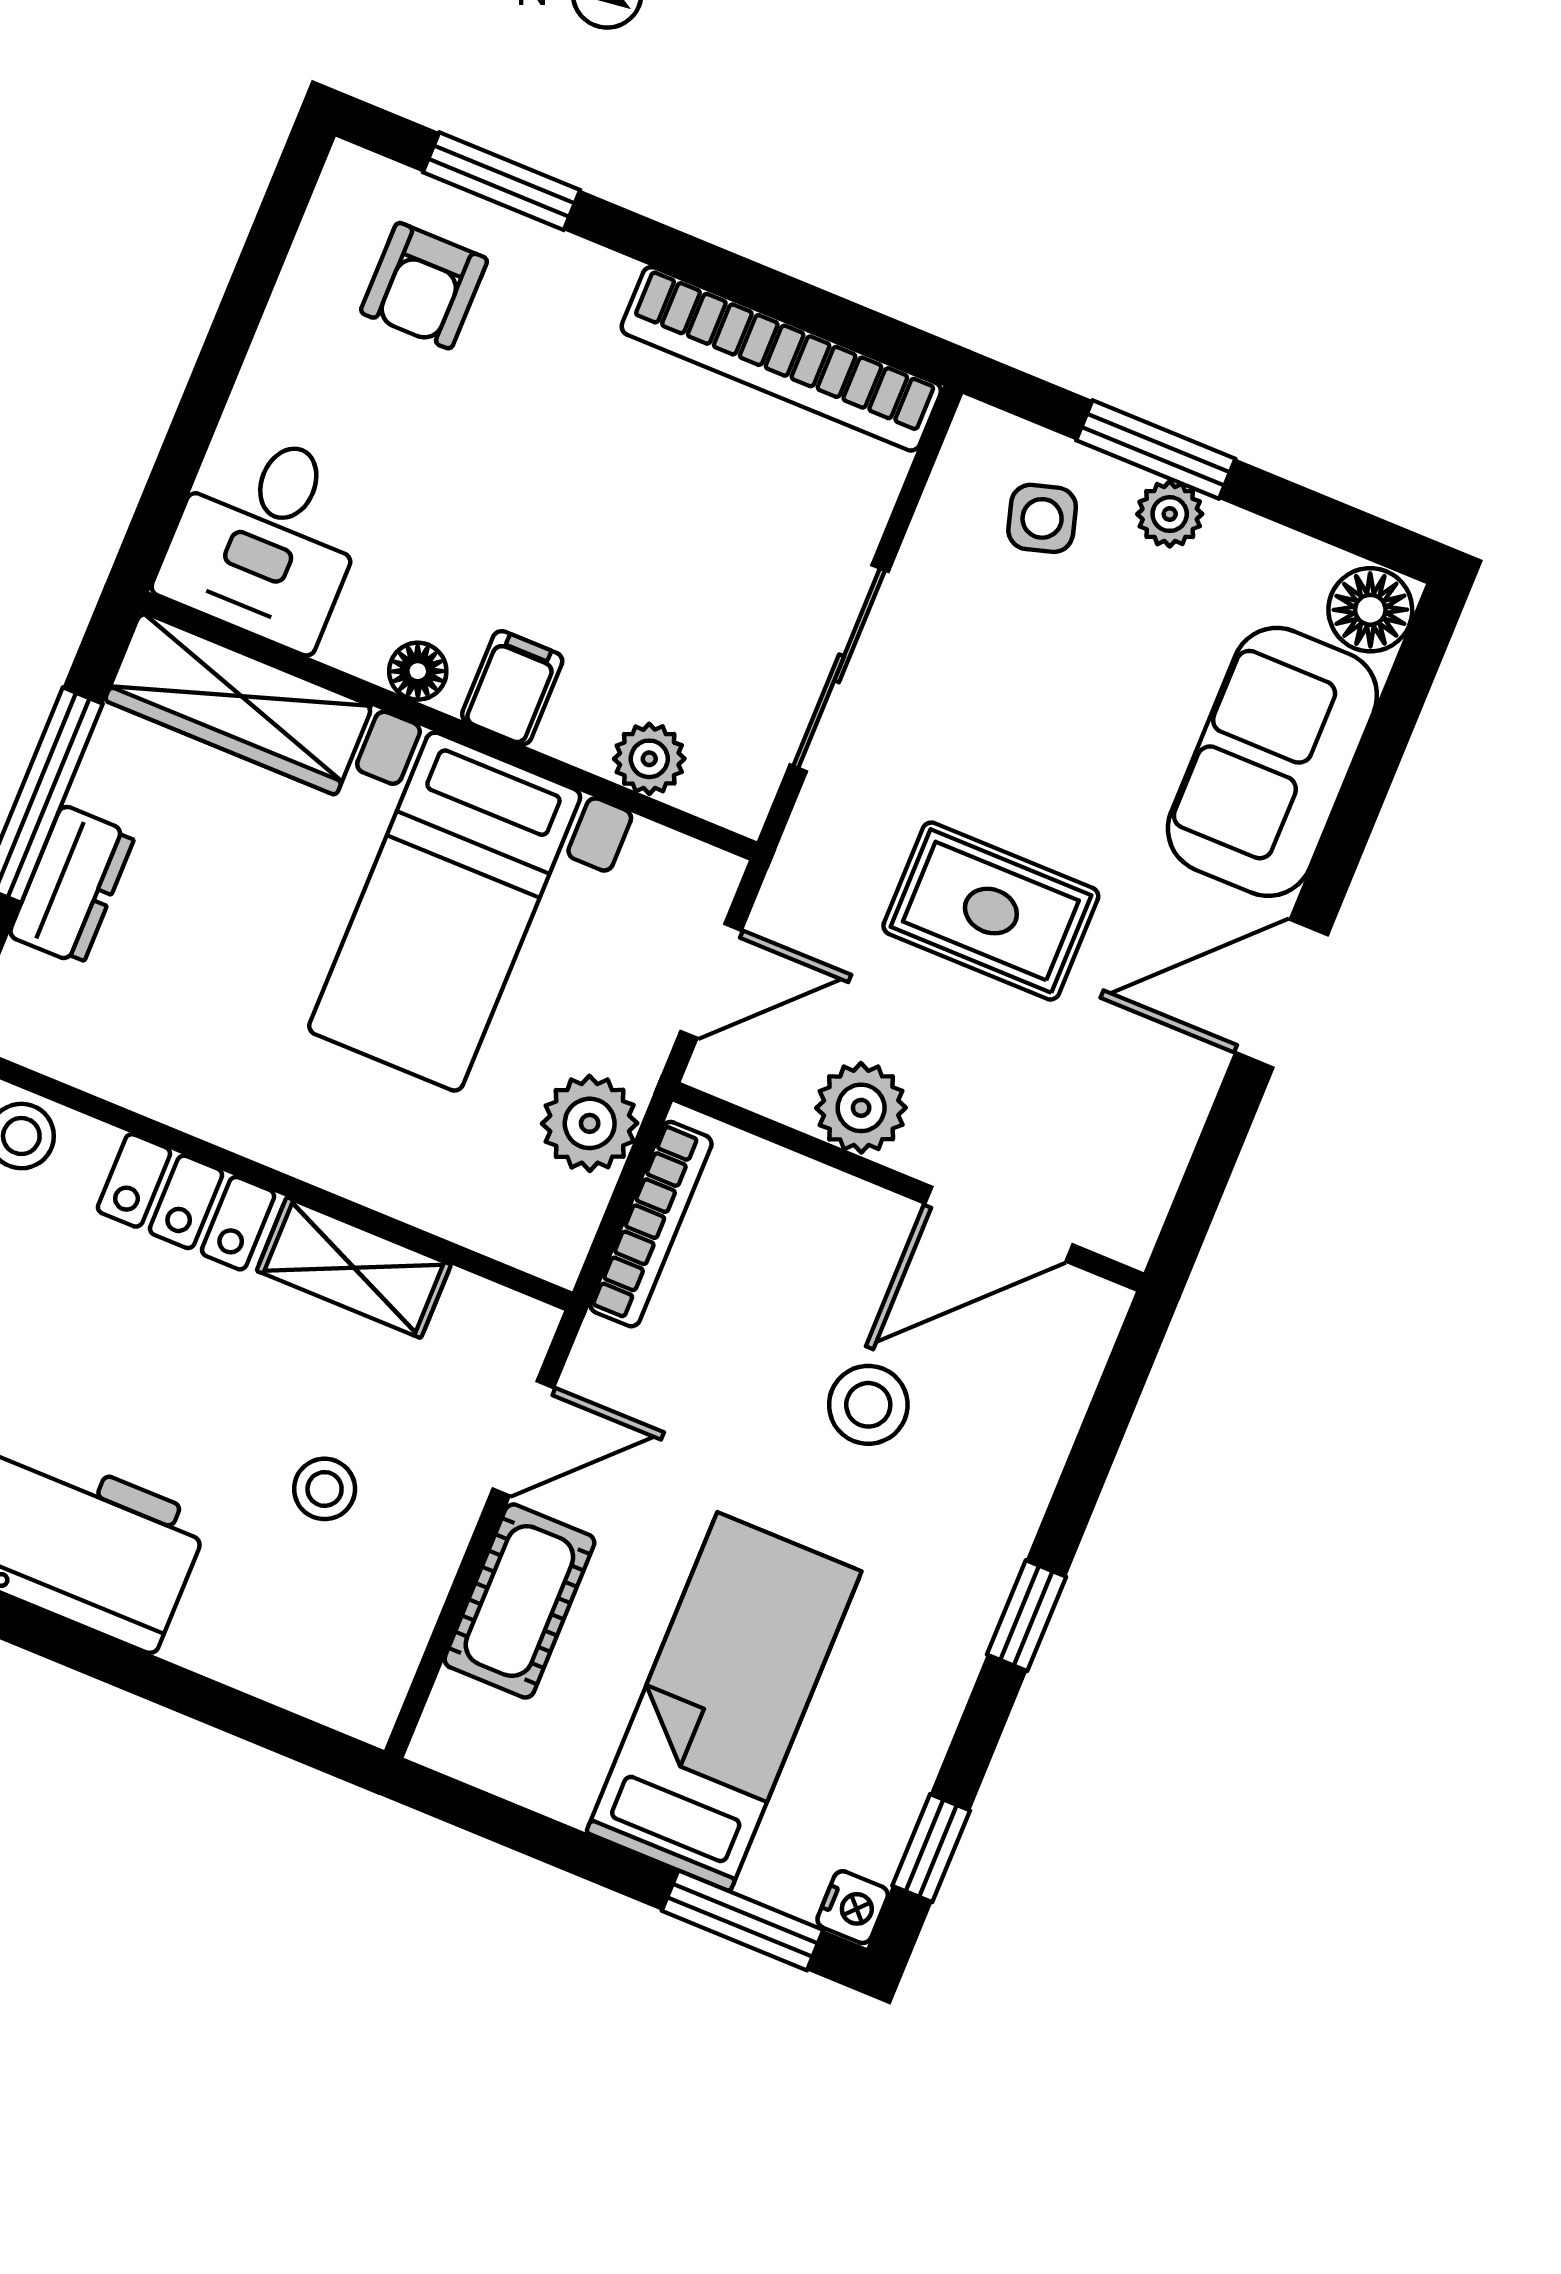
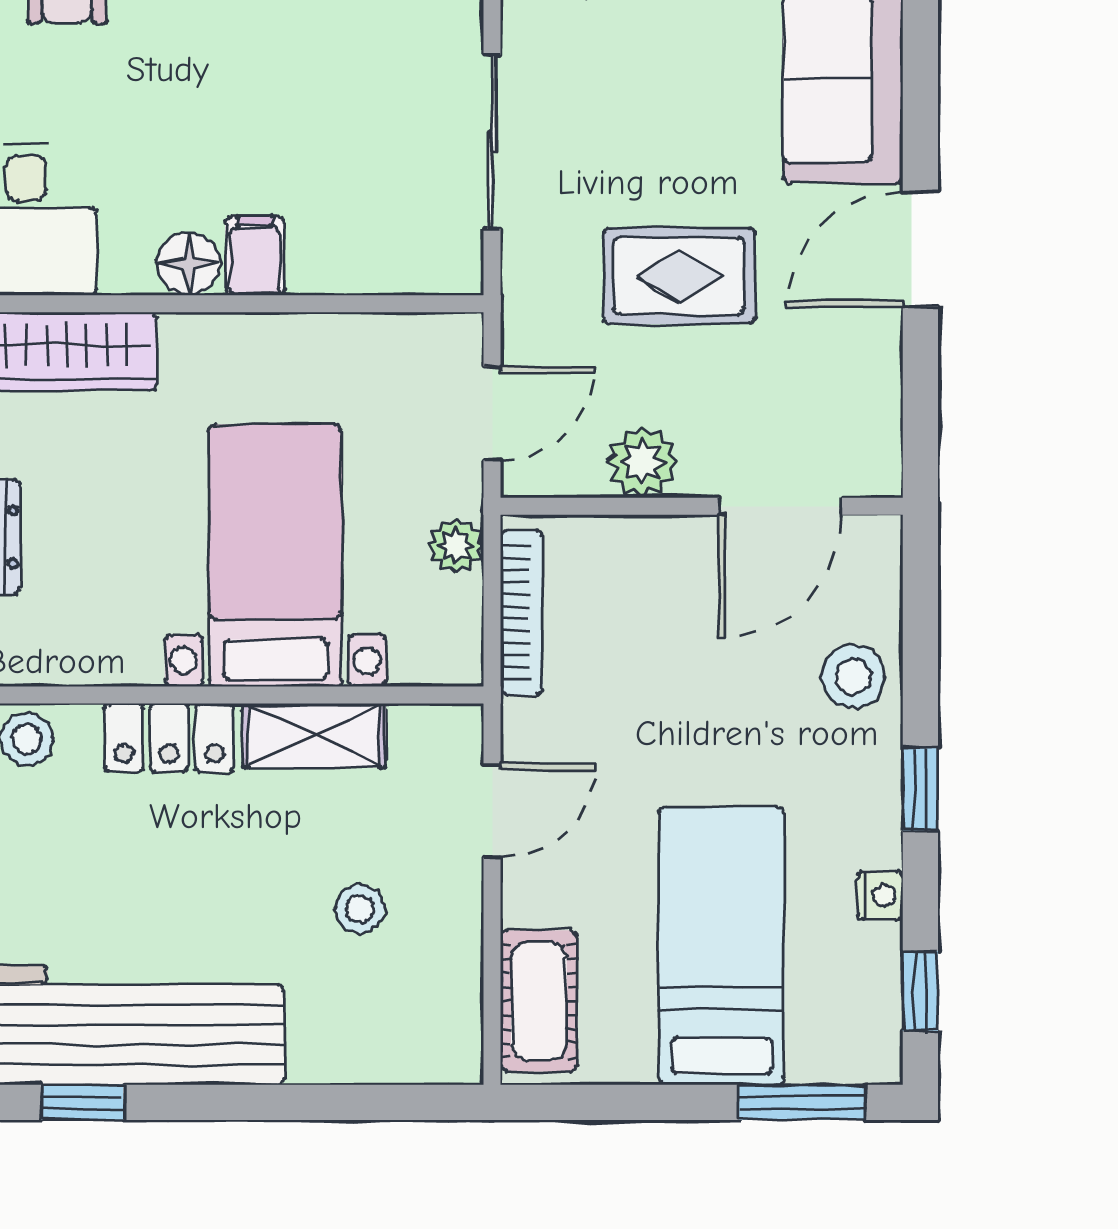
floor lamp: (418, 671) -> (188, 264), width x1.37, depth x1.37
plant: (649, 759) -> (379, 267), removed
bed with nightstands: (445, 912) -> (275, 556), moved, turned 180
plant: (590, 1123) -> (456, 546), width x0.73, depth x0.73
stool: (868, 1405) -> (853, 677), moved
cot: (519, 1601) -> (539, 1001), moved
nightstand: (853, 1907) -> (880, 895), moved

